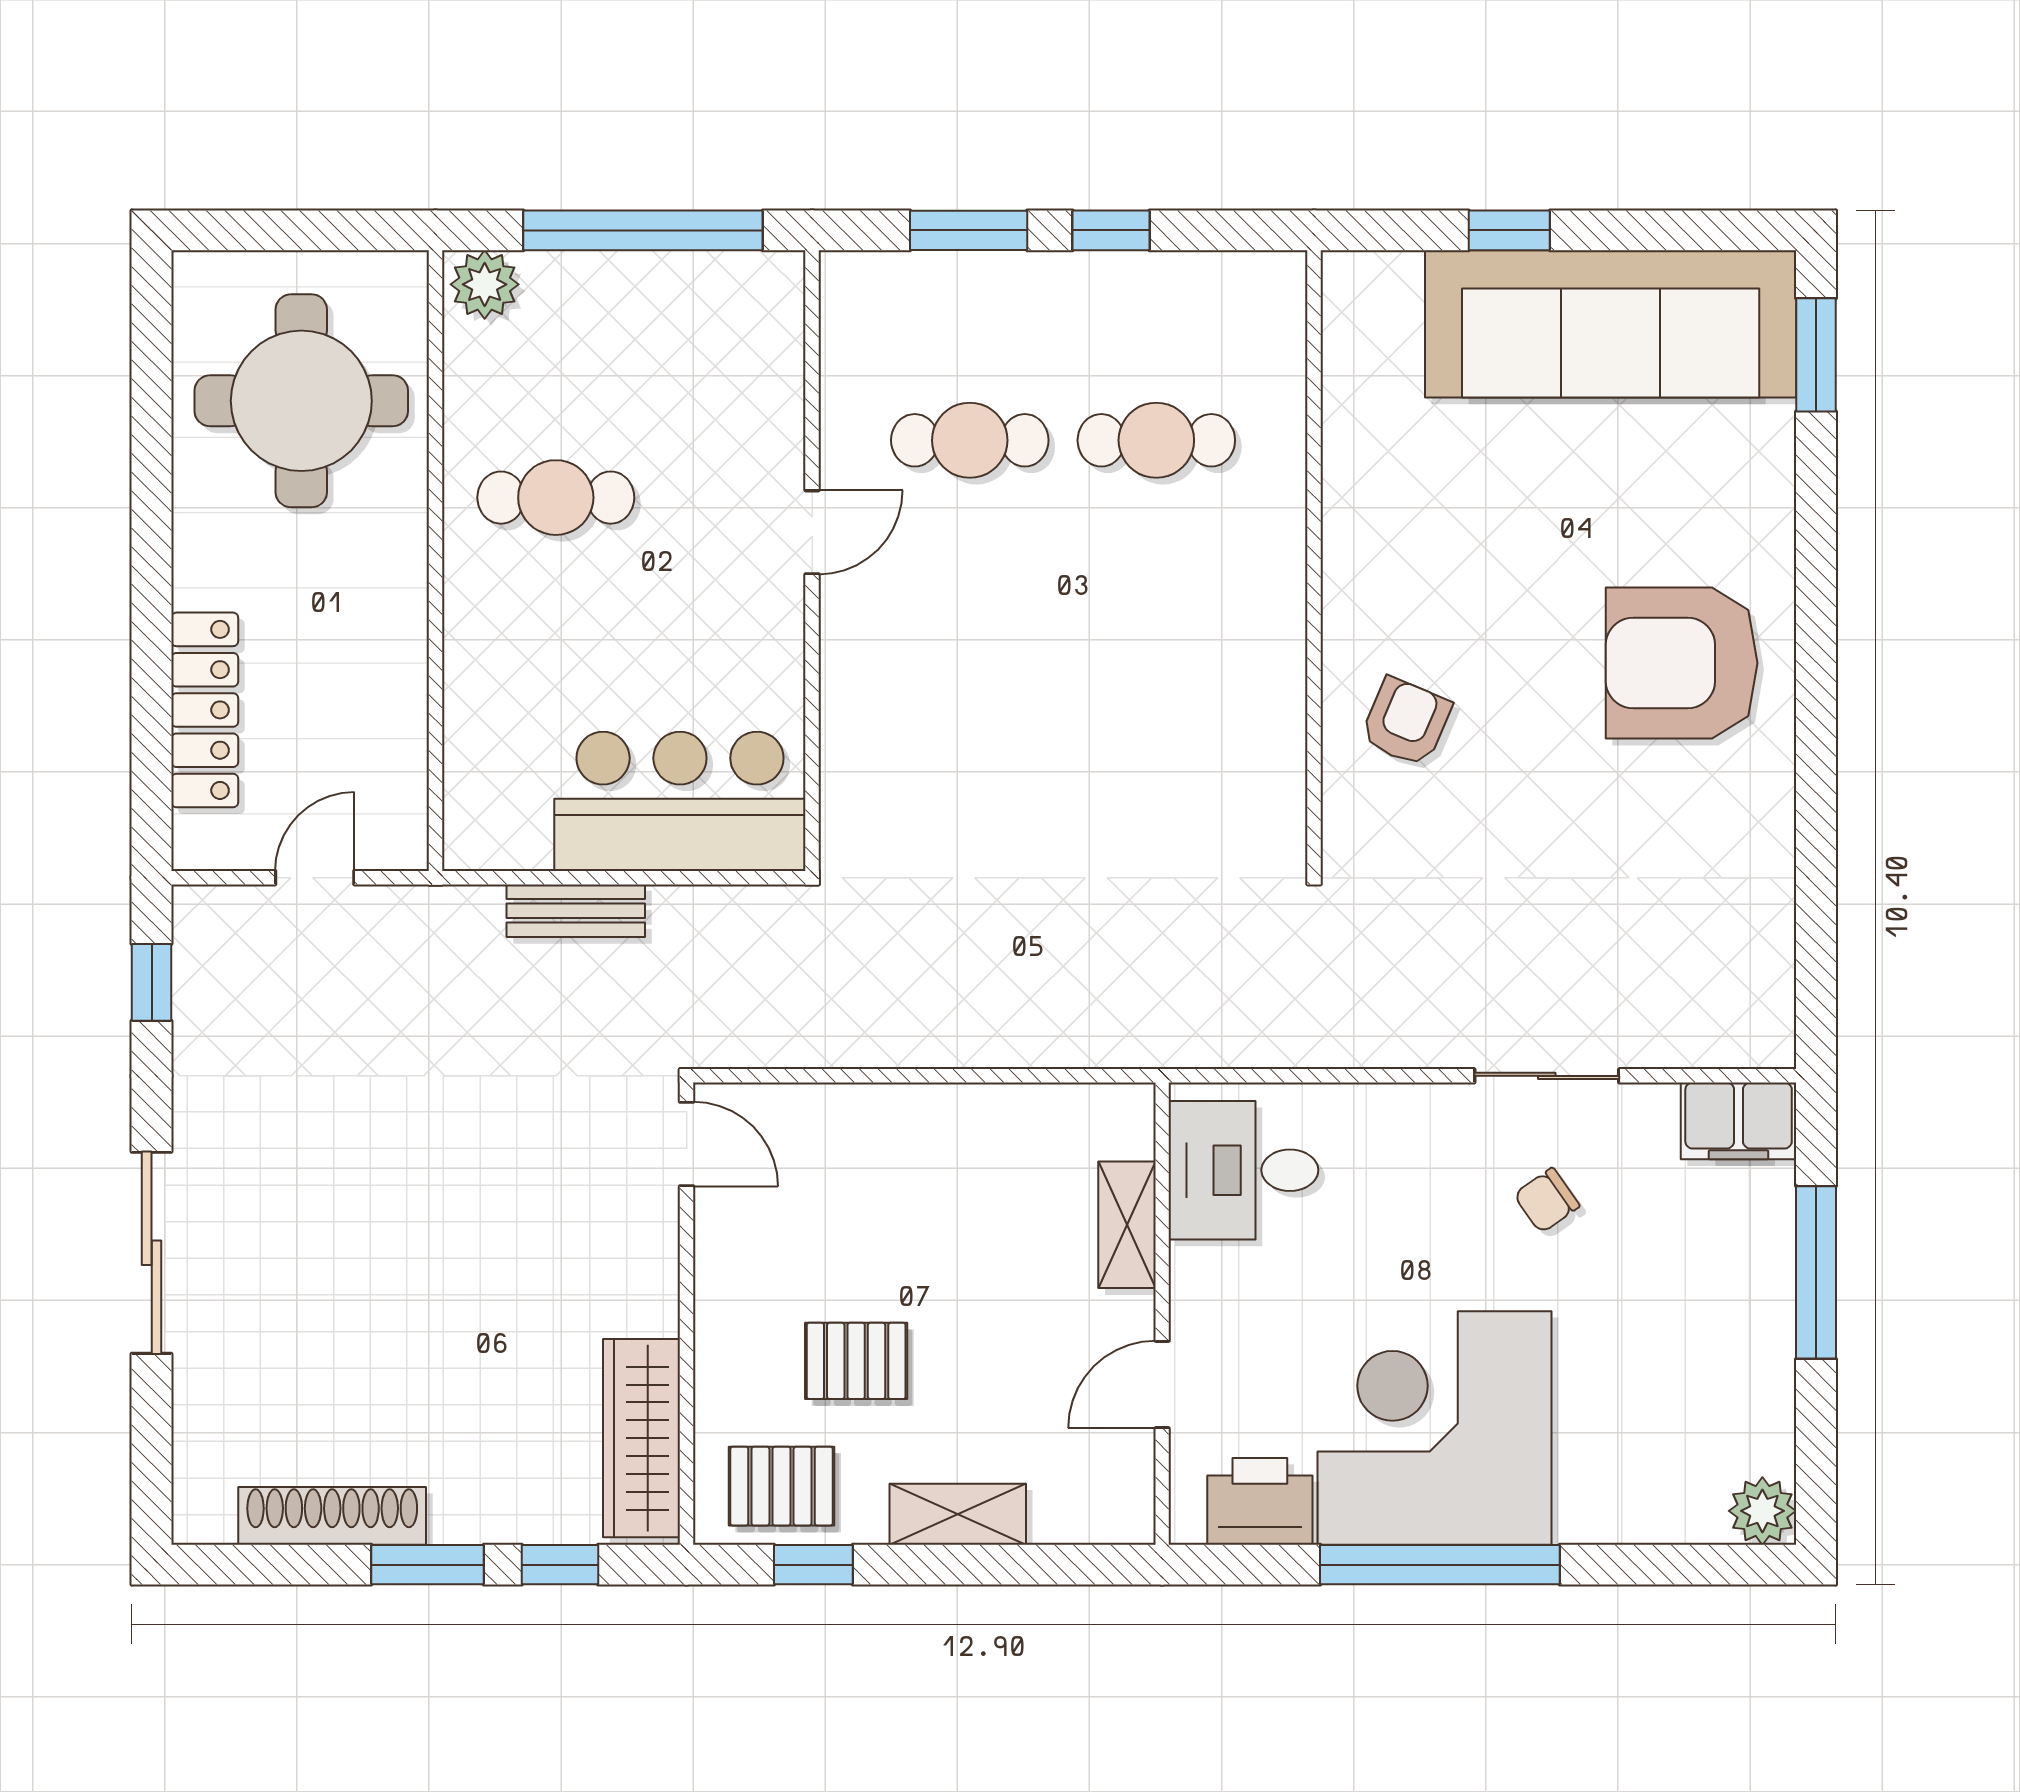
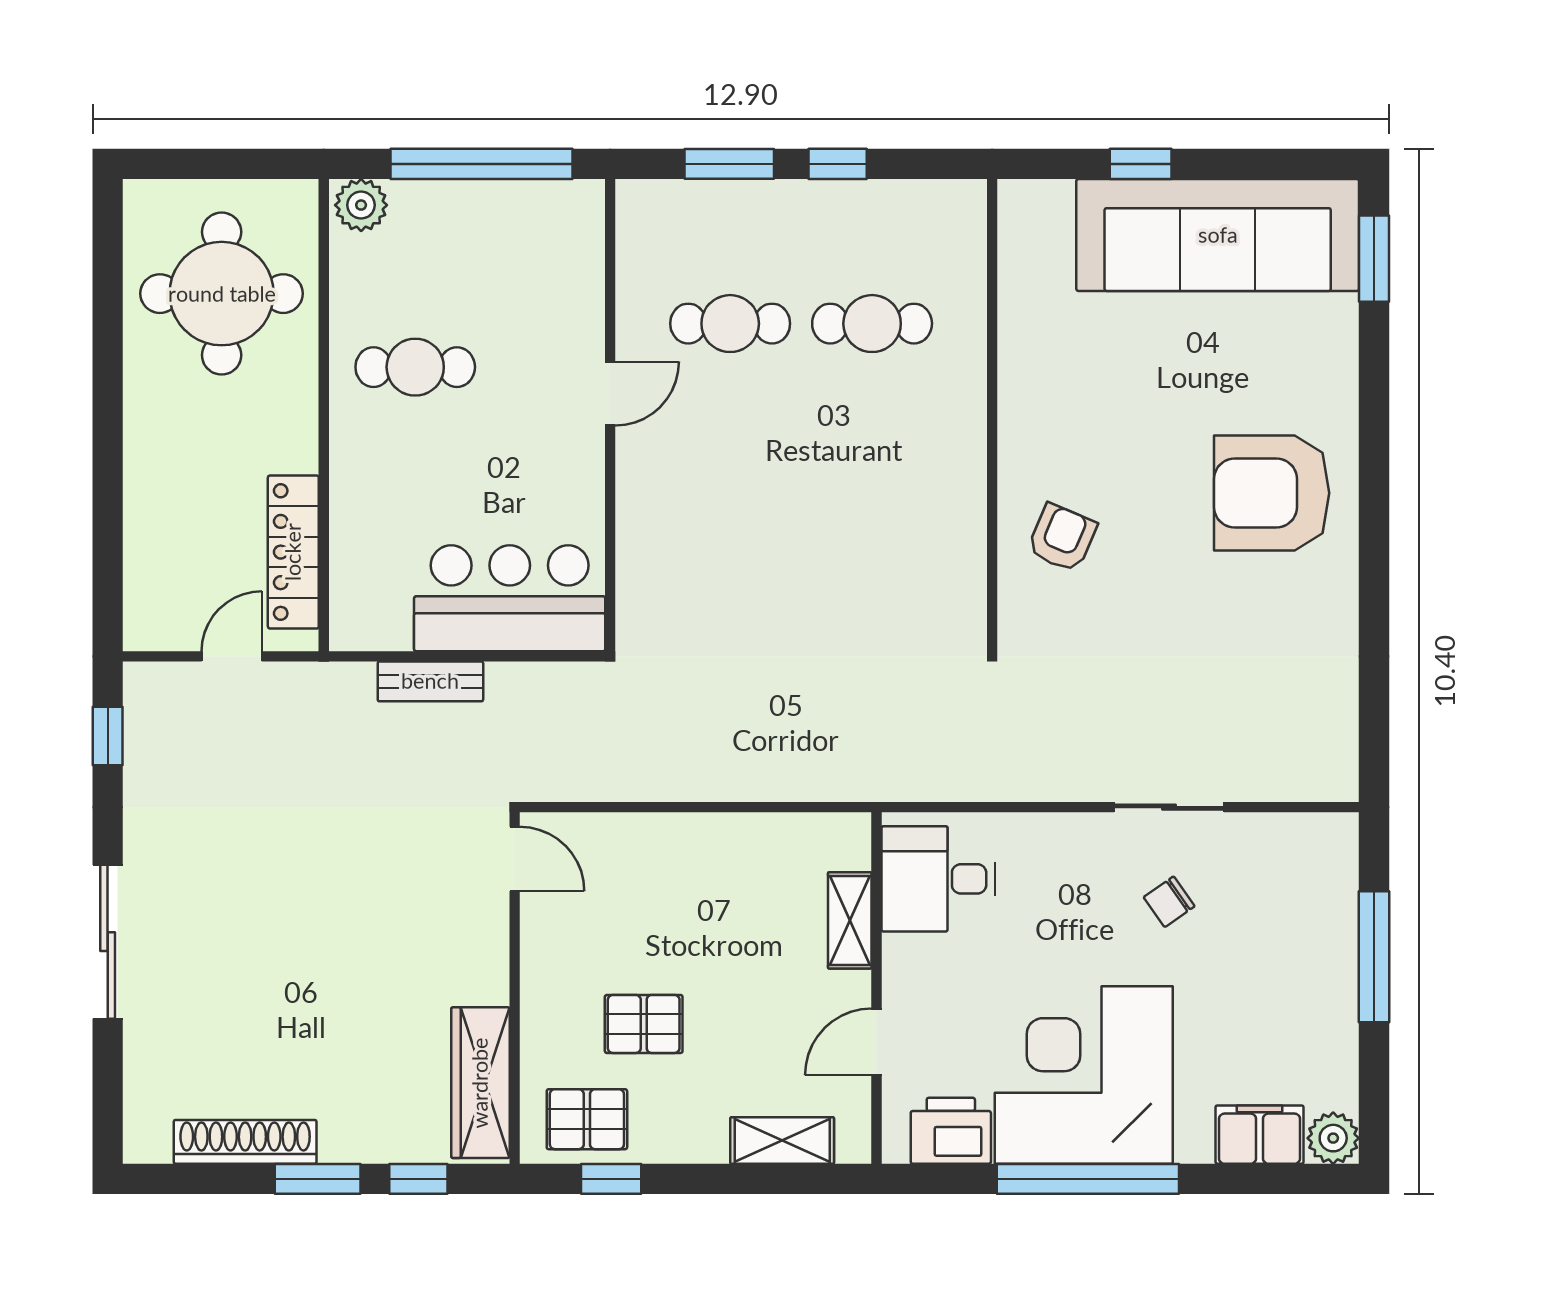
locker: (205, 710) -> (293, 552), moved, turned 180
filing cabinet: (1739, 1121) -> (1260, 1135), moved, turned 180
shelving: (958, 1514) -> (782, 1141), moved

